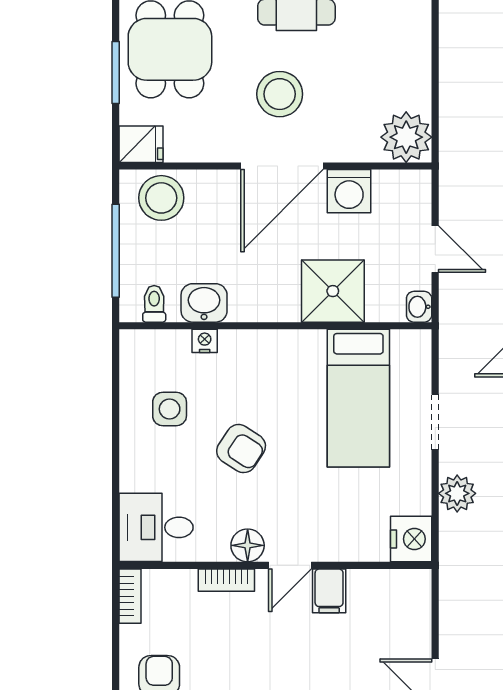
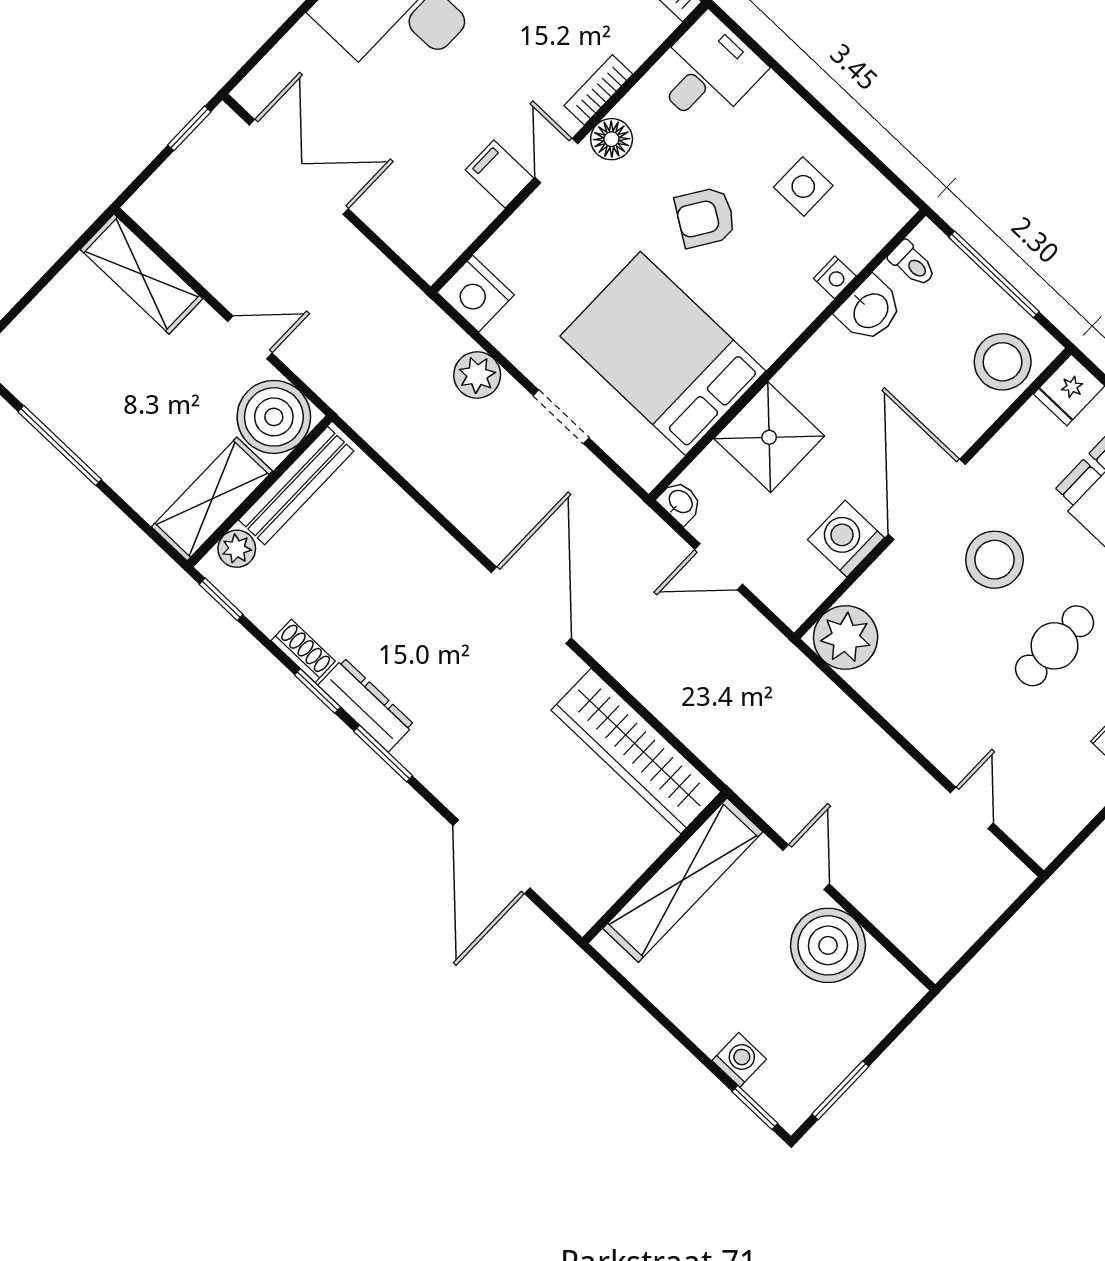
bed: (358, 398) -> (663, 354), width x1.50

